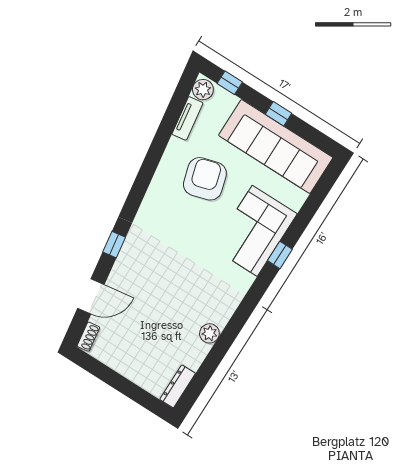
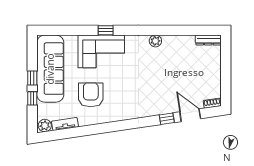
window: (230, 83) -> (32, 98), moved
armchair: (205, 179) -> (91, 95), turned 106
window: (114, 245) -> (167, 119), moved
plant: (209, 333) -> (155, 41), moved

